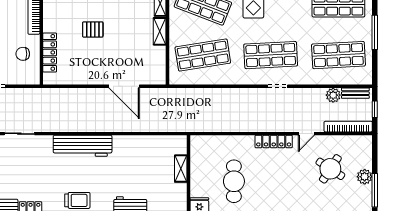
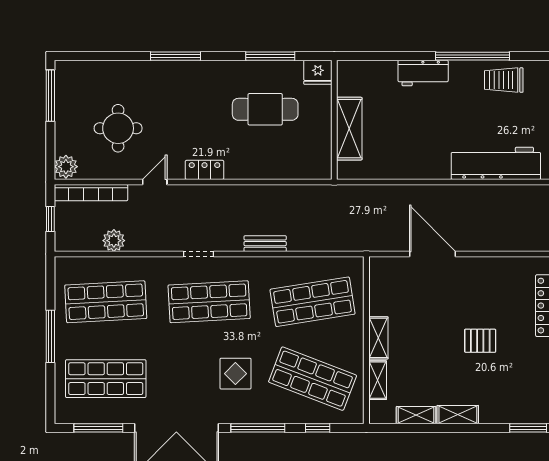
bench: (355, 93) -> (265, 244), moved
locker: (274, 142) -> (204, 170), width x0.66
shelving: (181, 169) -> (349, 129), width x1.50, depth x1.33
round table: (330, 169) -> (118, 128), turned -33
plant: (365, 177) -> (66, 167), moved
cafe table: (234, 181) -> (265, 109), turned 90

